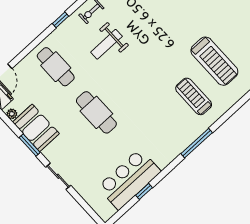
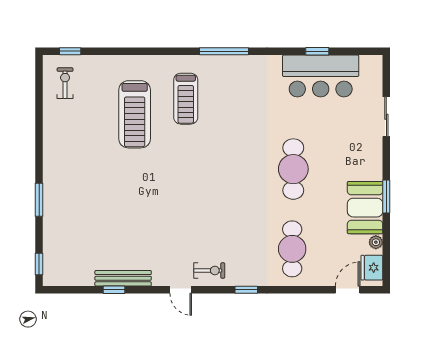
weight bench: (106, 44) -> (224, 226), removed
treadmill: (214, 61) -> (135, 114), turned 180
sliding door: (58, 176) -> (386, 117), moved

